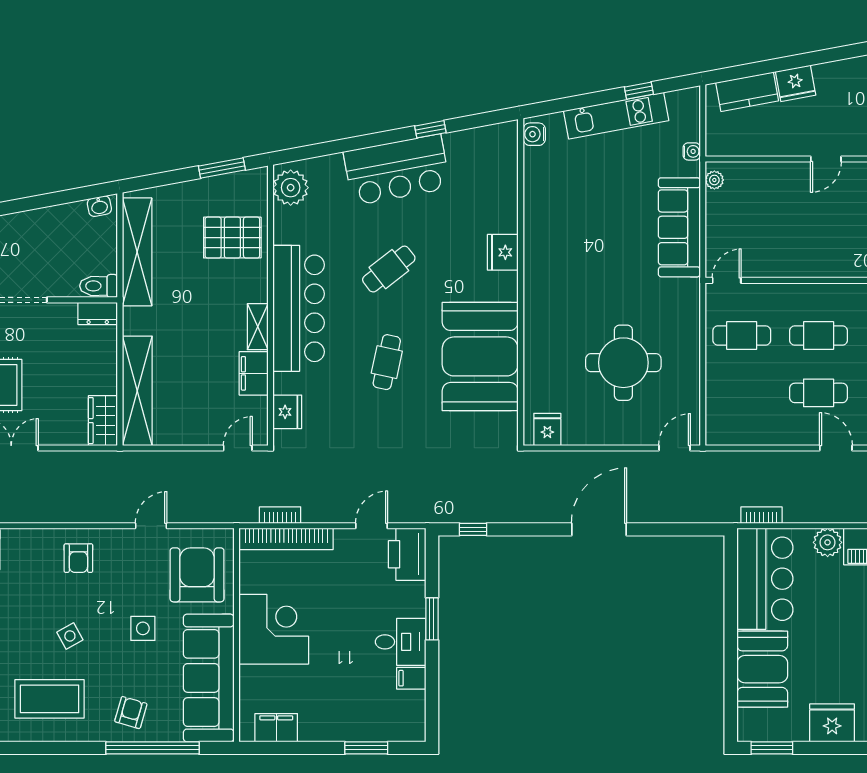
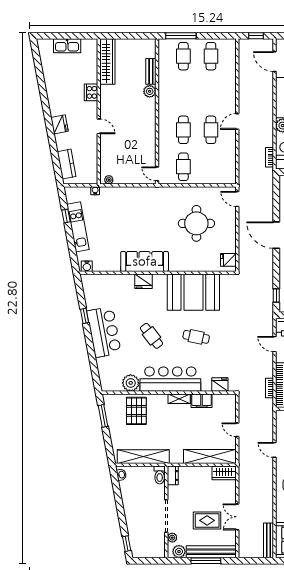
fridge: (796, 83) -> (59, 124), moved
plant: (291, 188) -> (131, 383), moved
sofa: (679, 227) -> (145, 261), moved, turned 180
door: (238, 448) -> (237, 430), moved

